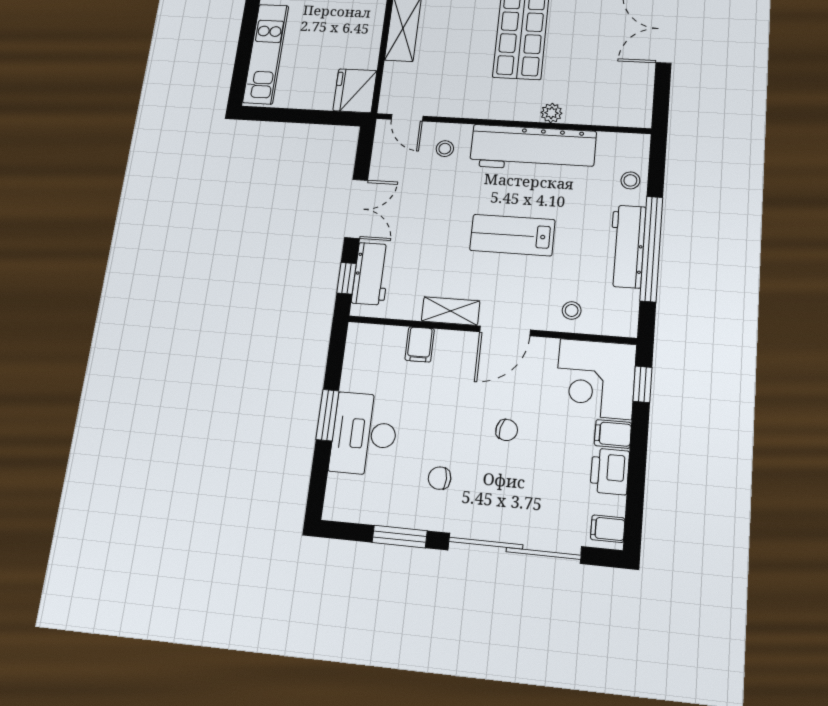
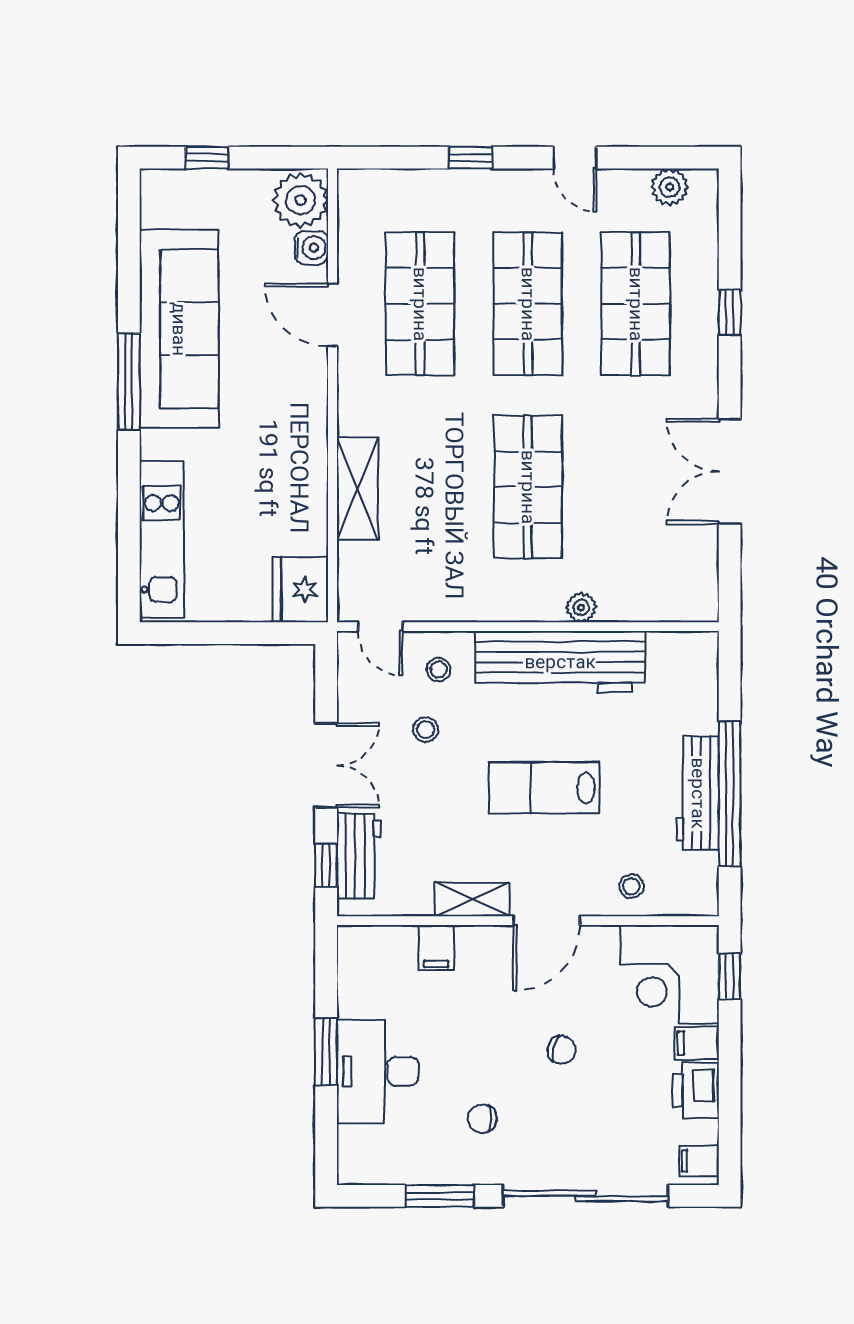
stool: (630, 180) -> (426, 730), moved

